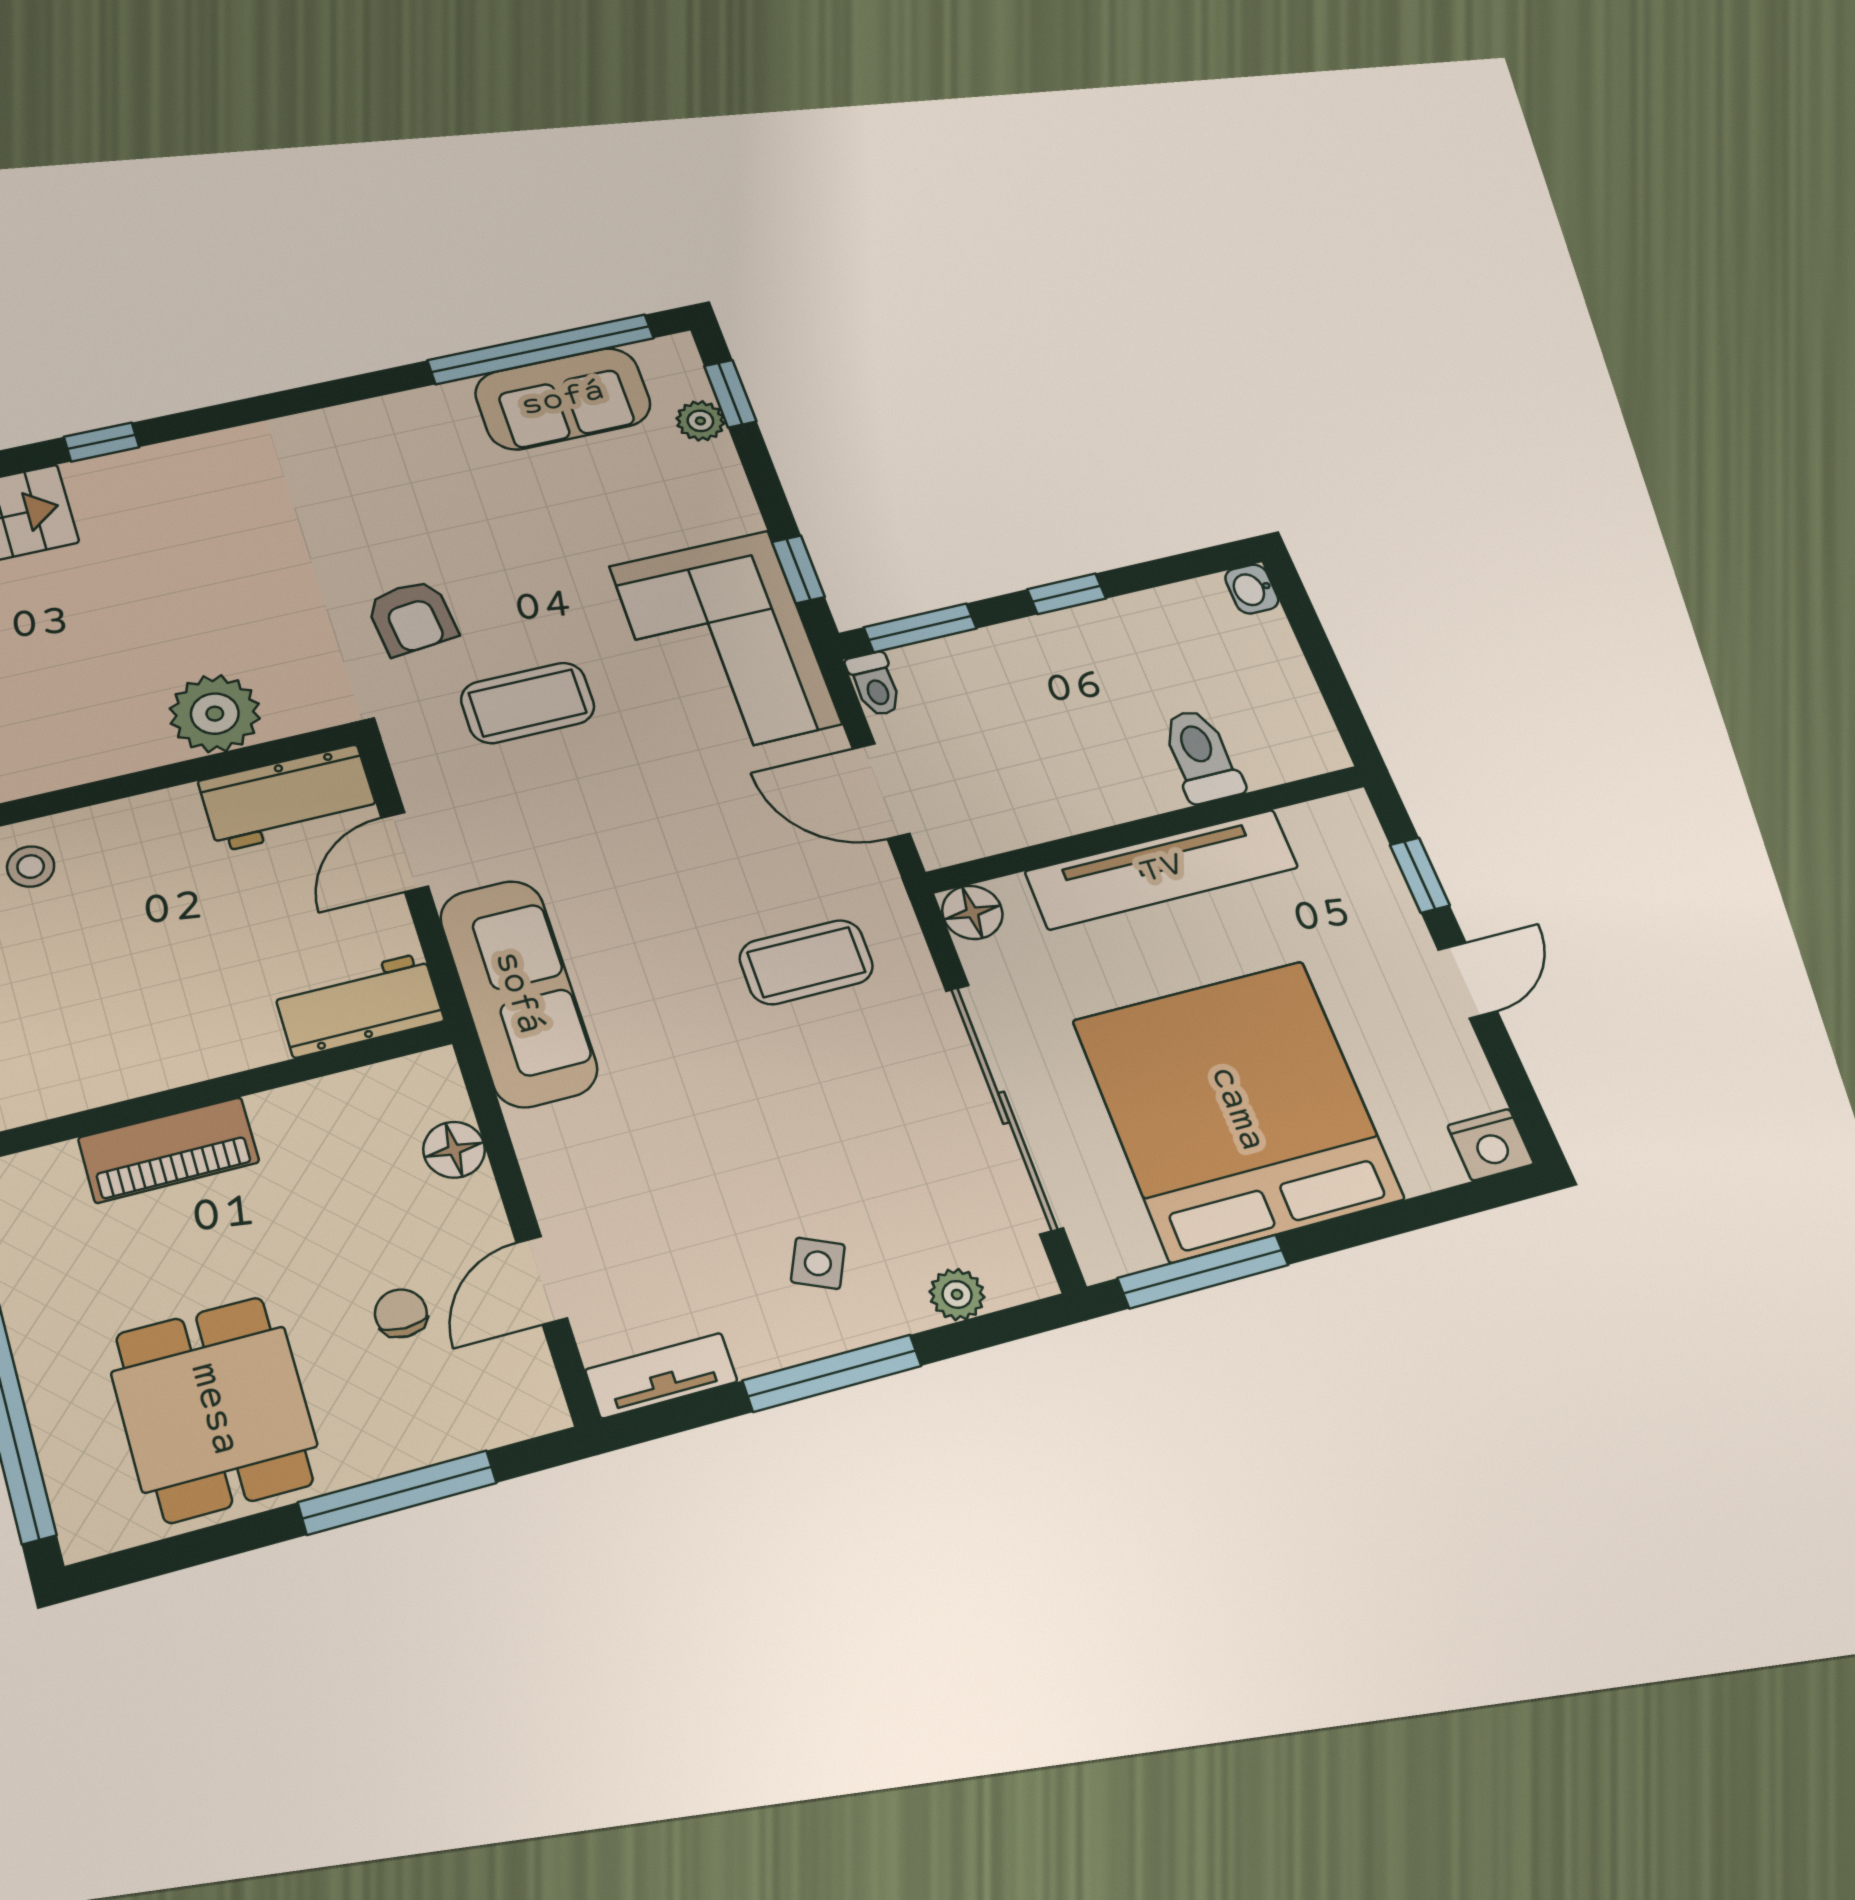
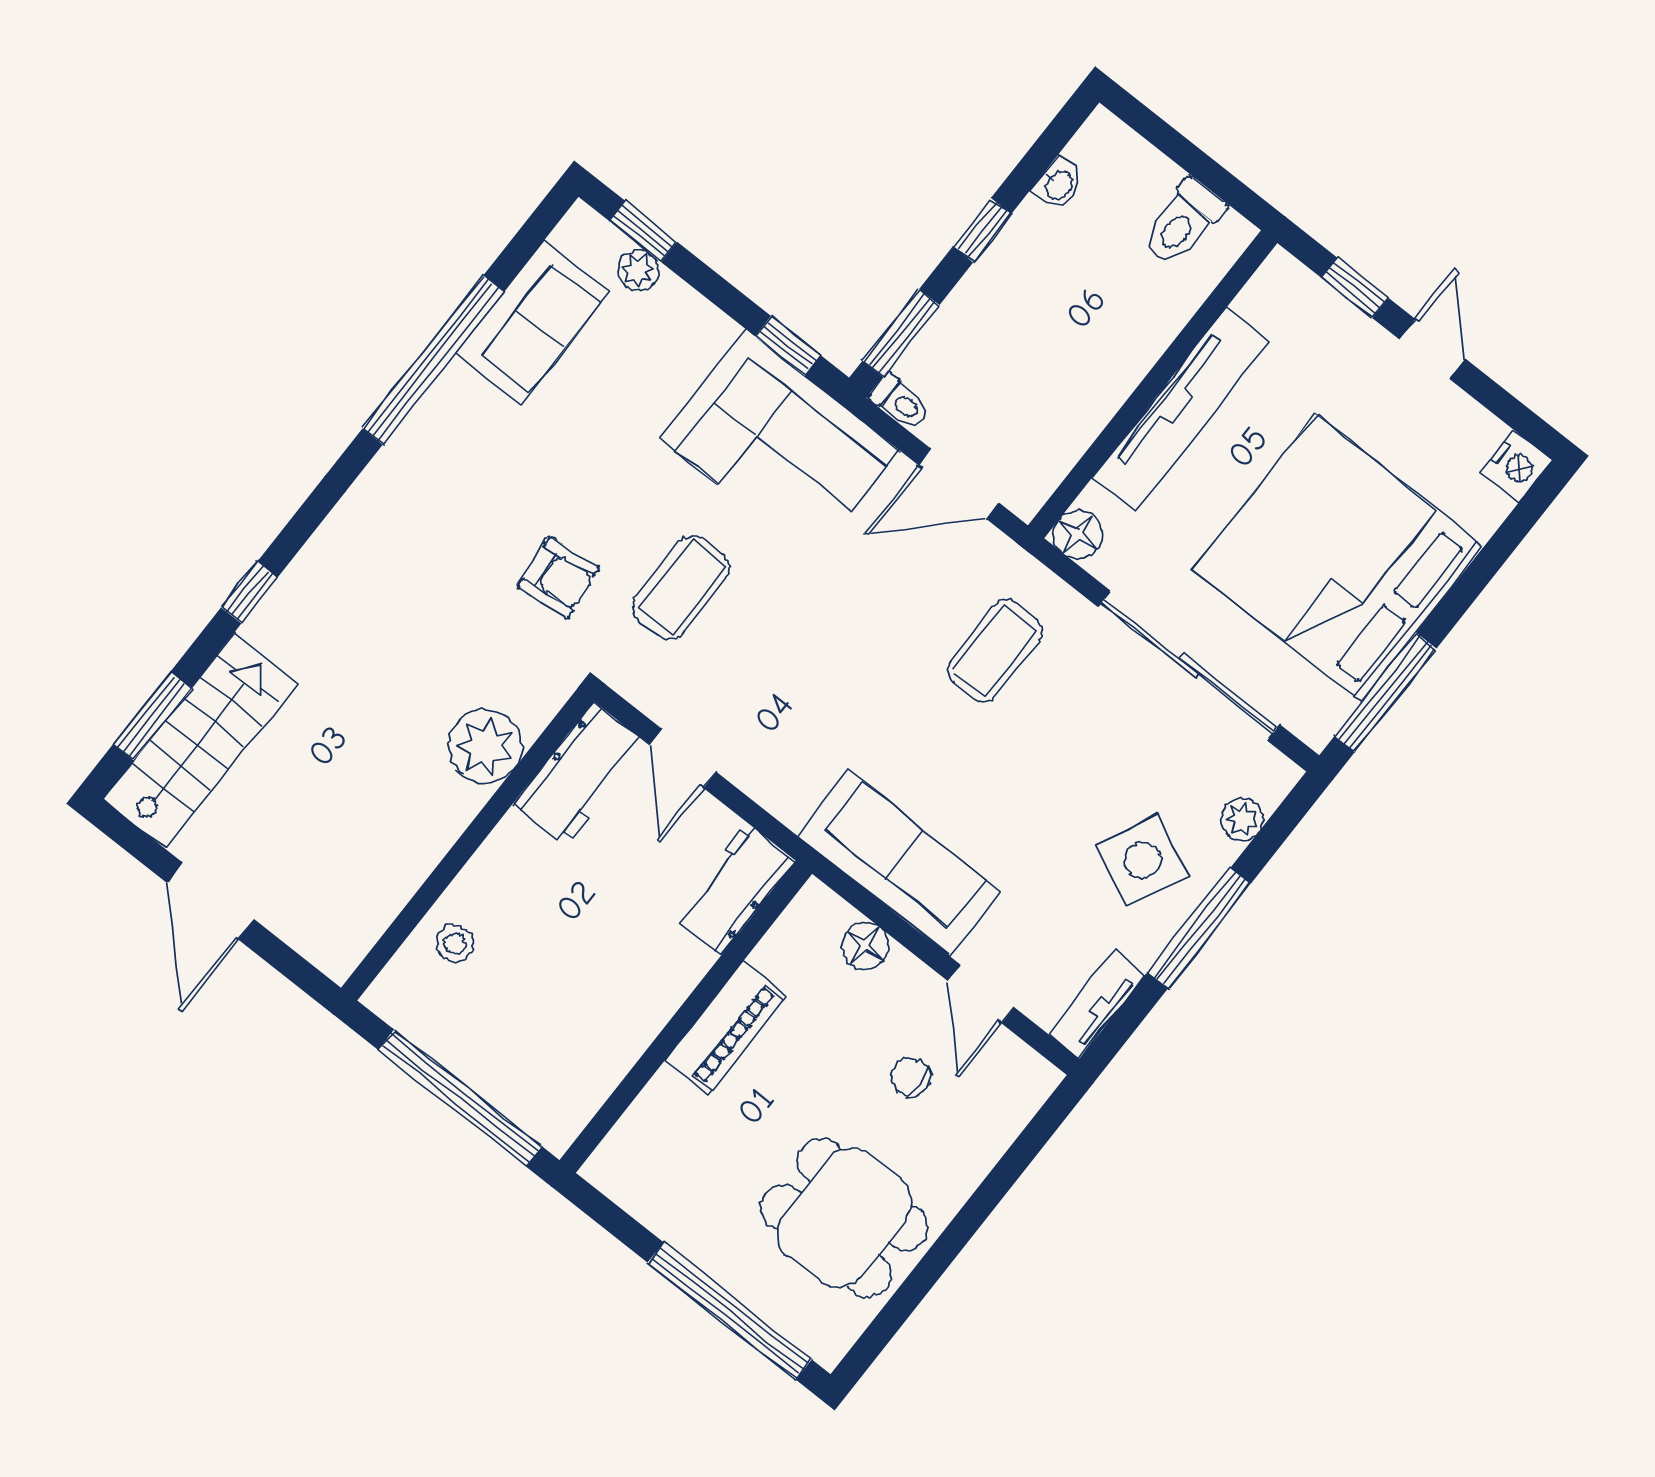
window: (541, 349) -> (433, 360), moved
washbasin: (1252, 589) -> (1058, 184), moved, turned -90
toilet: (1201, 756) -> (1184, 223), moved, turned -90
sofa: (518, 993) -> (898, 863), moved
piano: (169, 1150) -> (726, 1028), moved
side table: (818, 1263) -> (1142, 860), width x1.87, depth x1.87
window: (397, 1493) -> (991, 1192), removed

